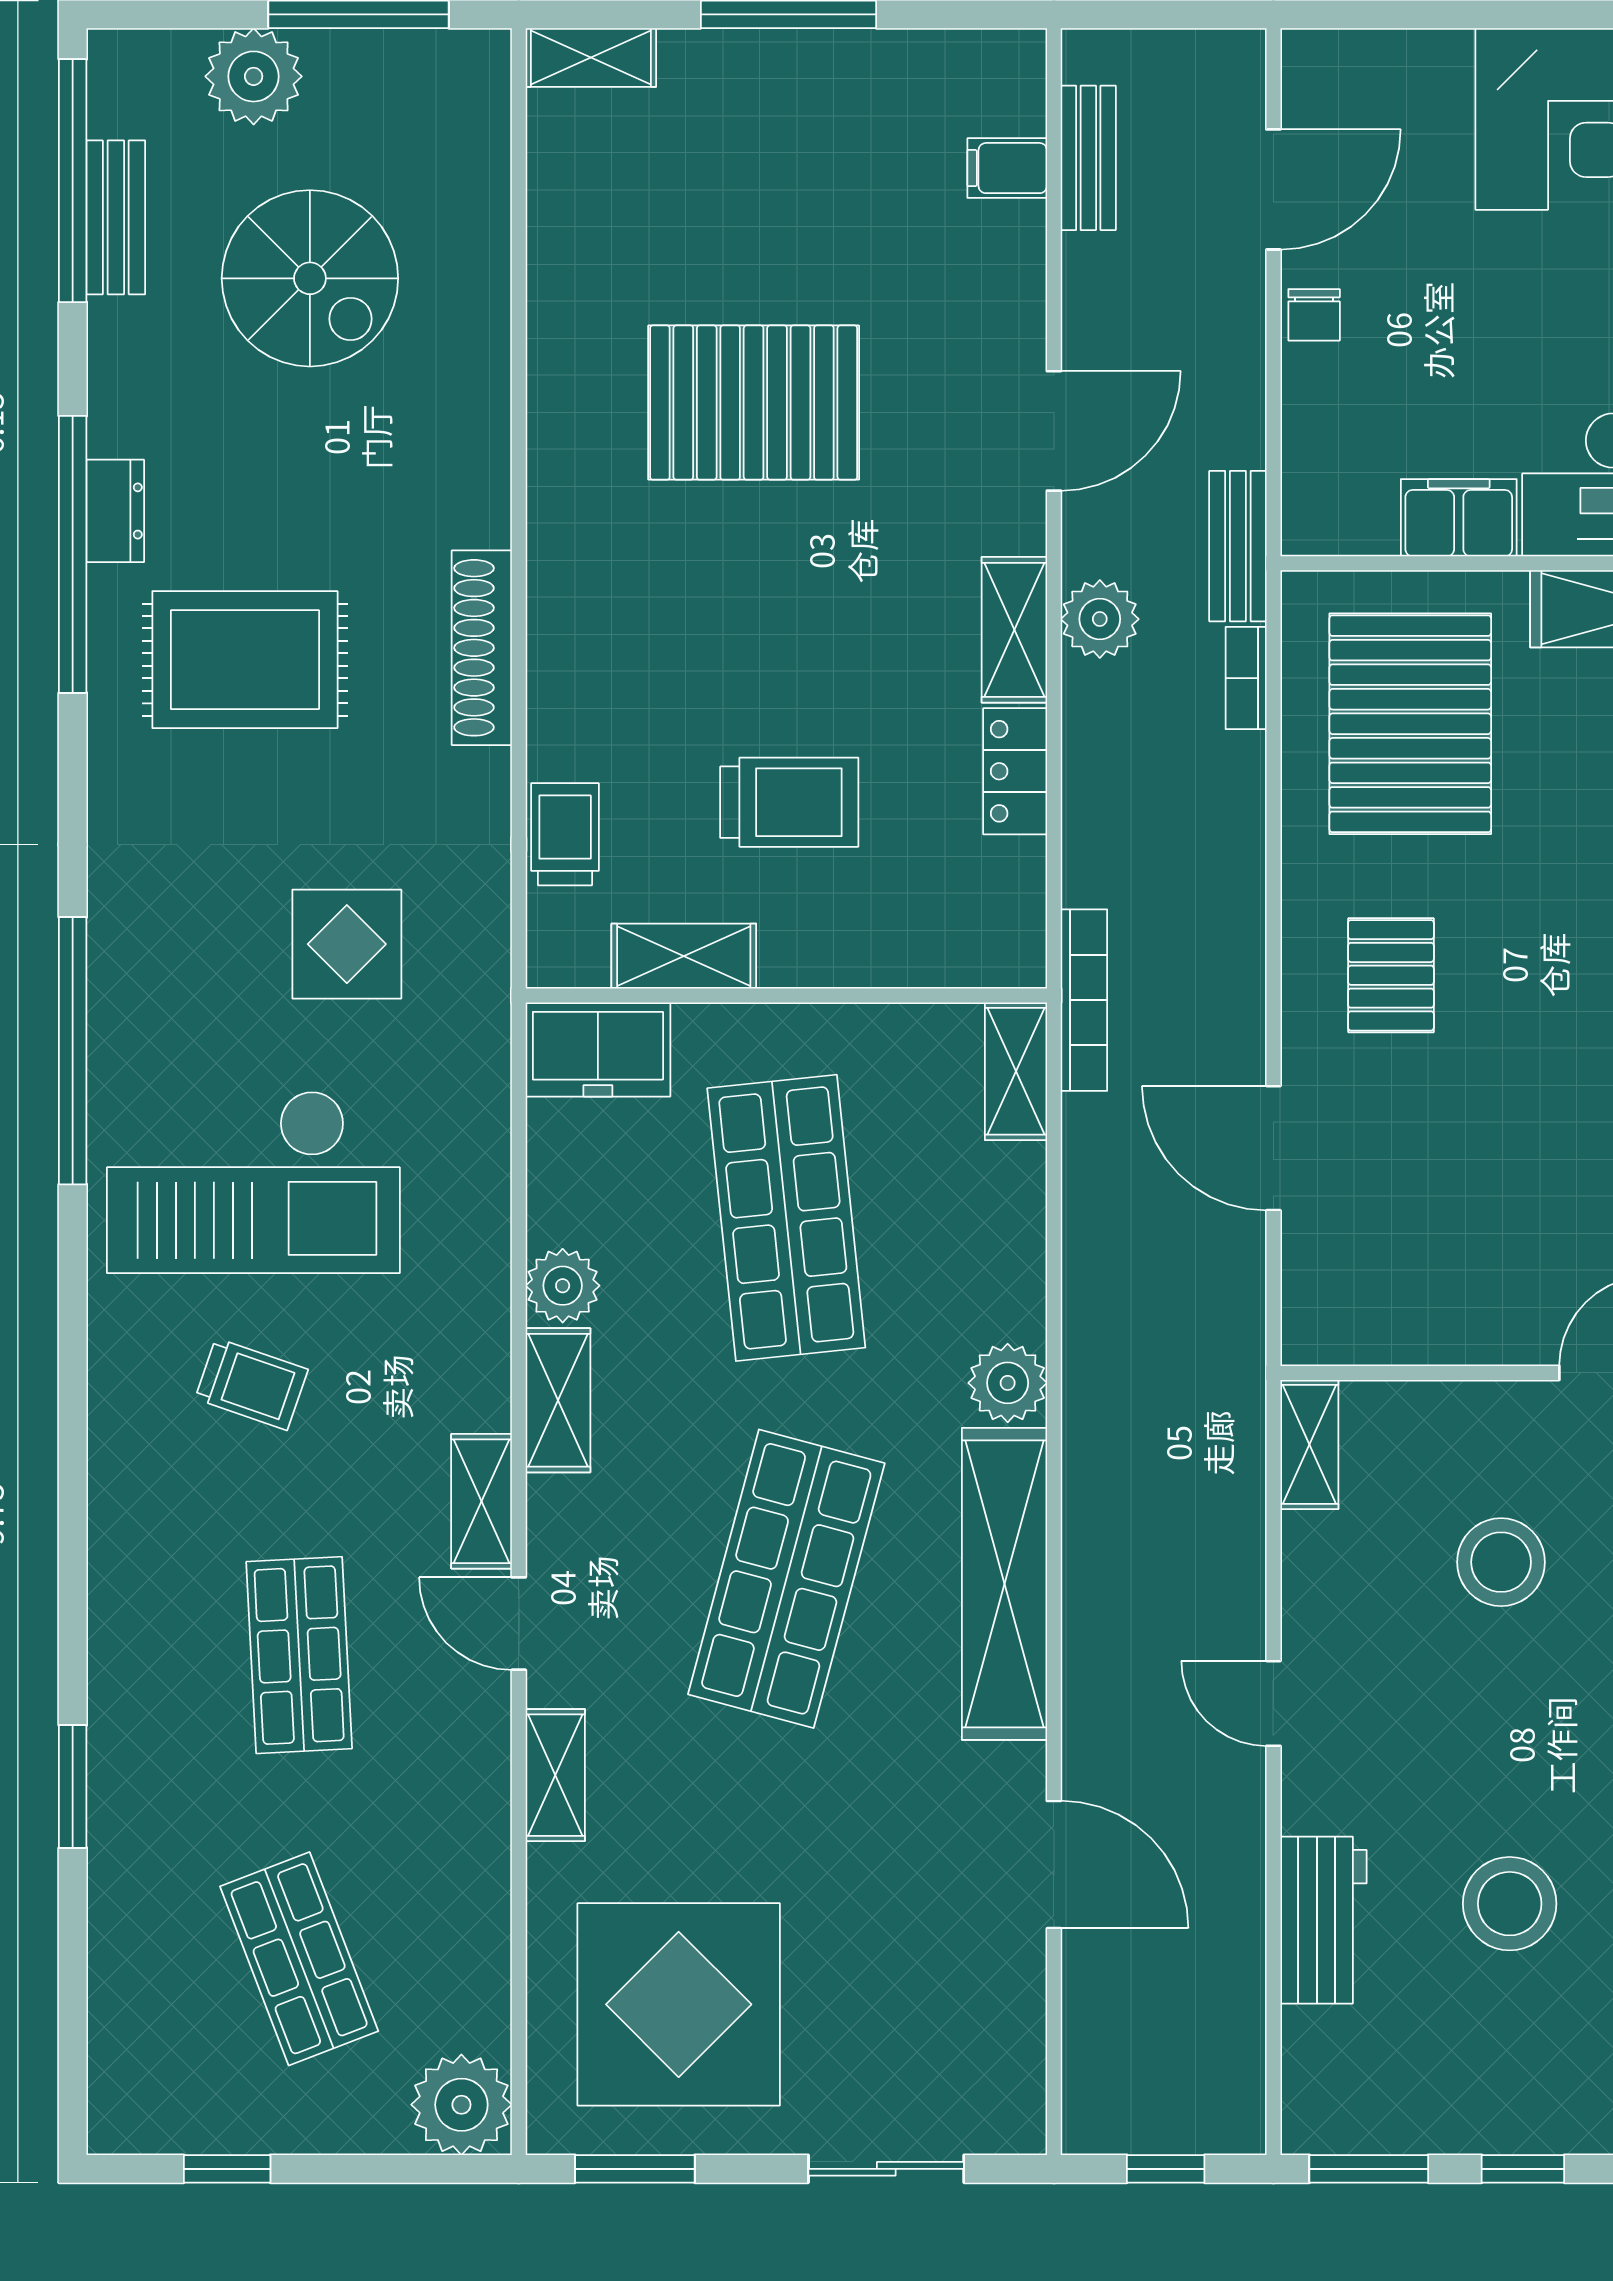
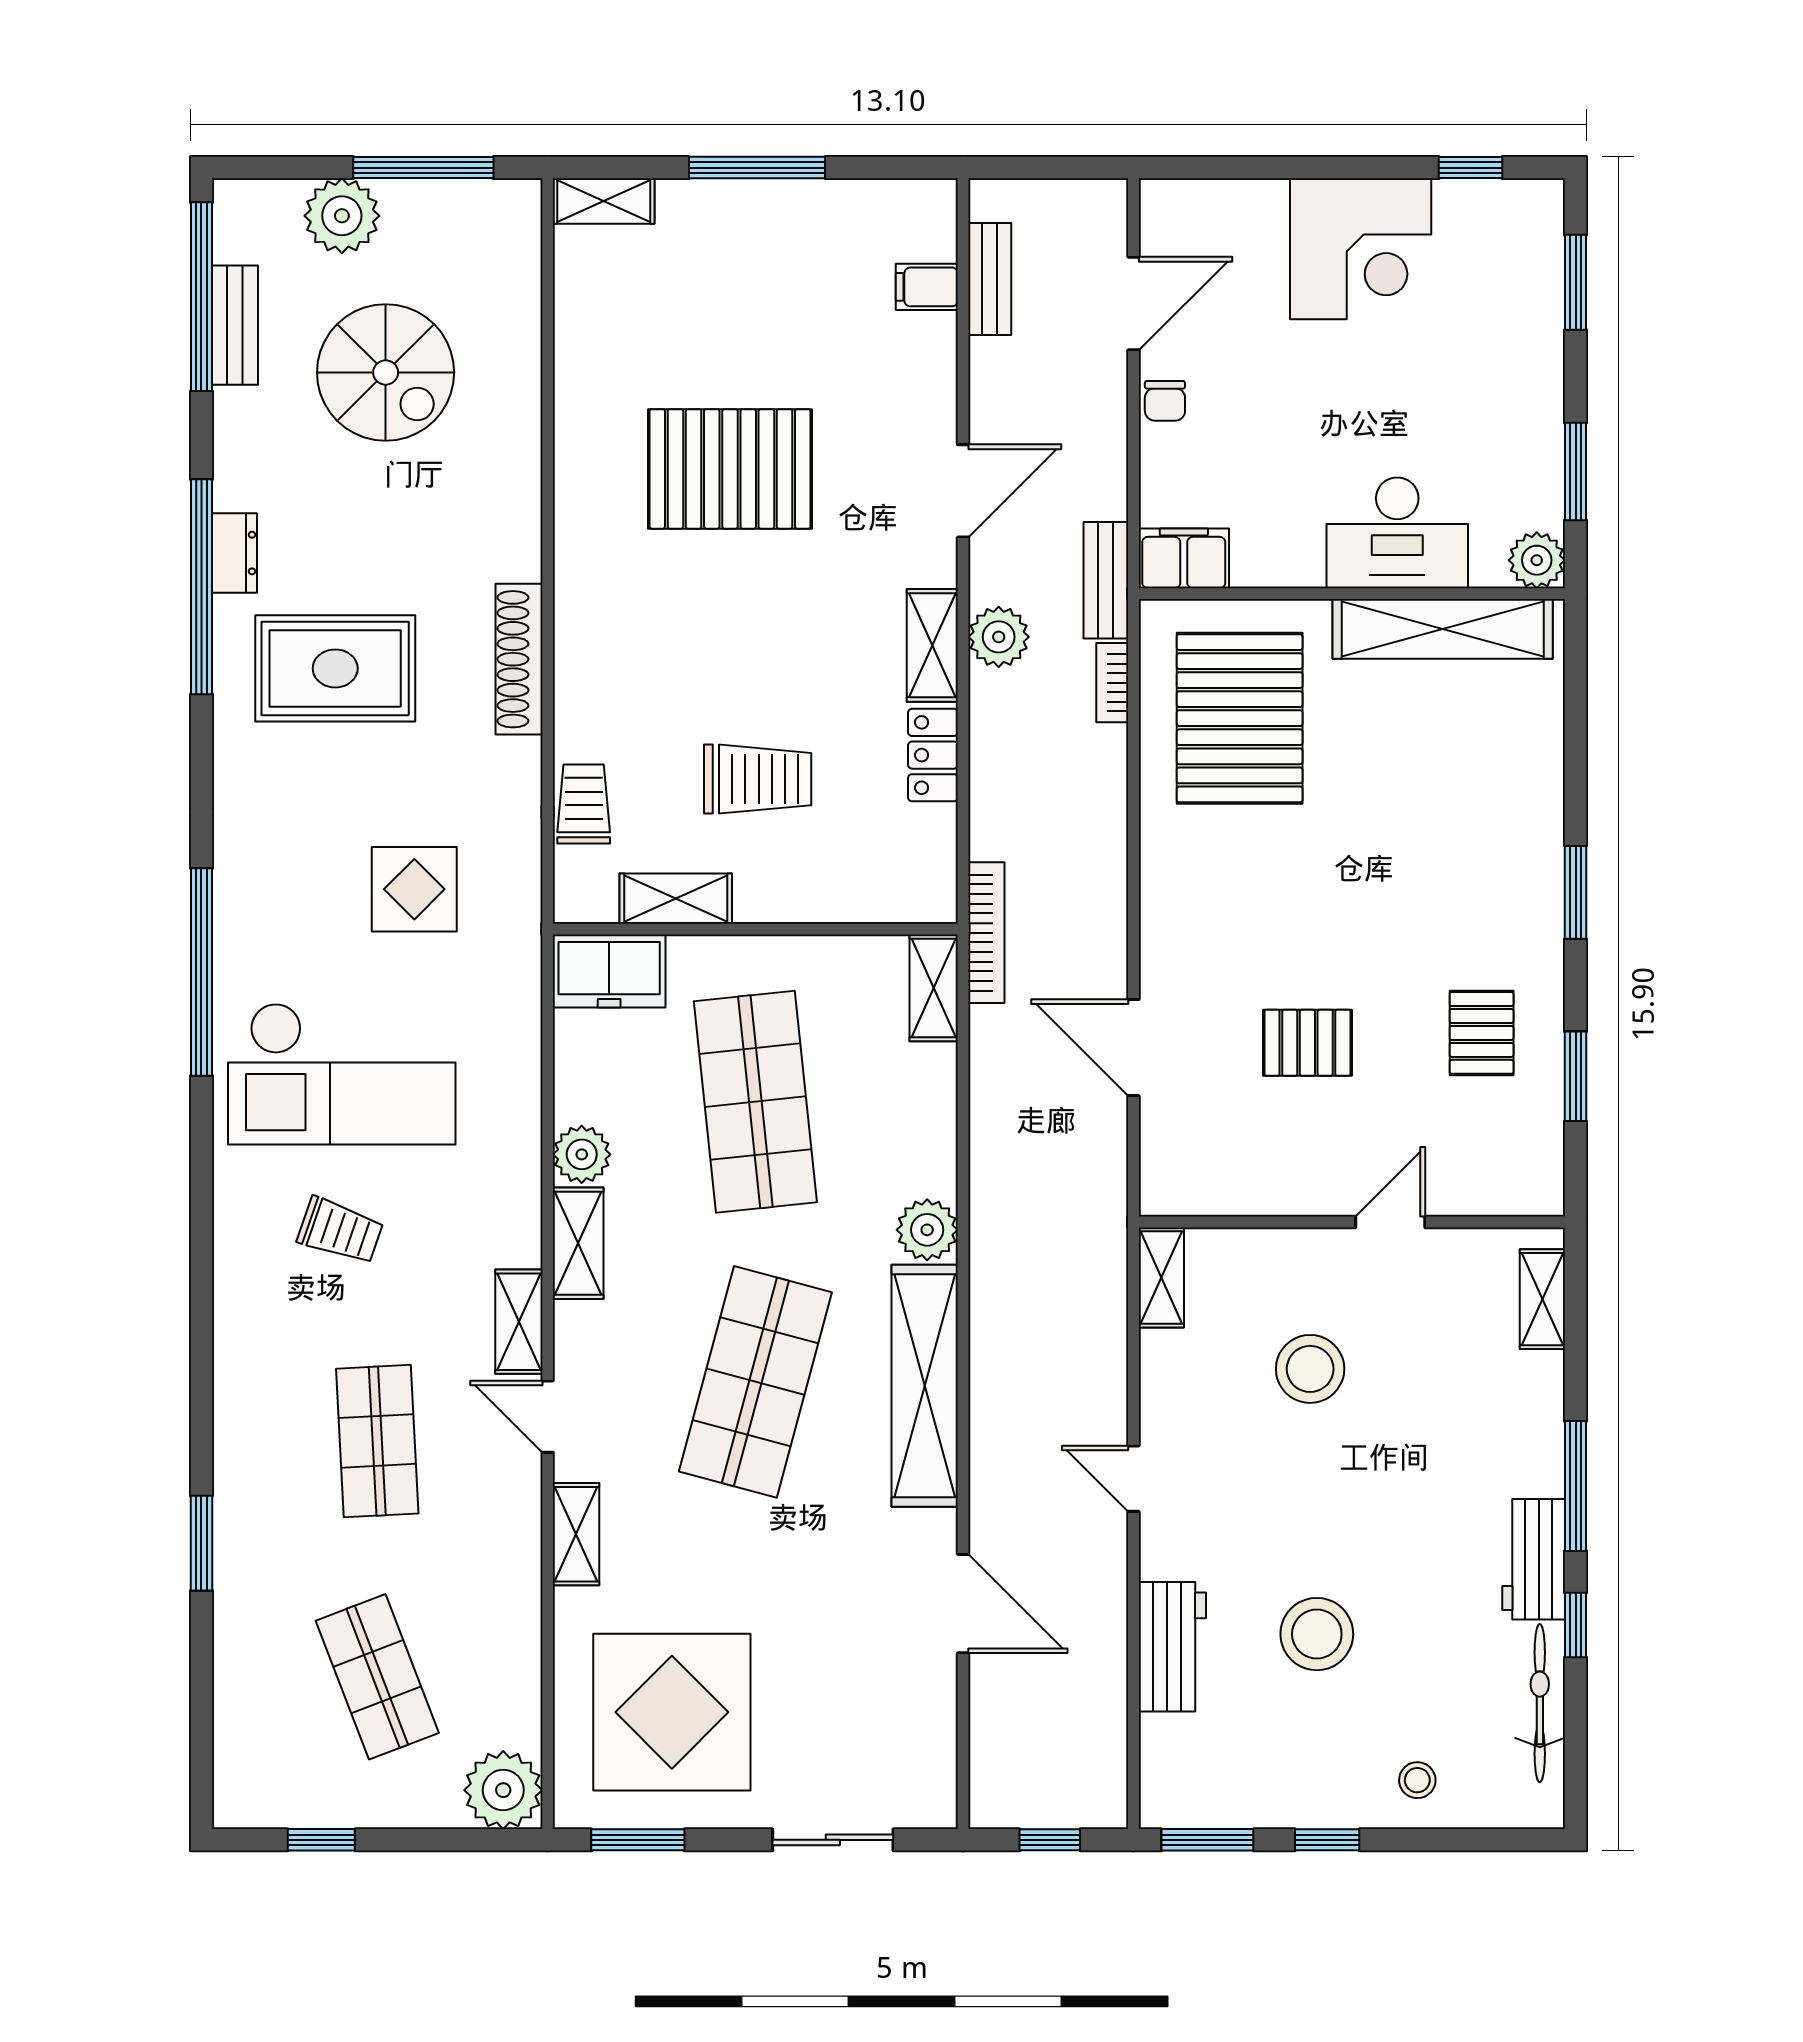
filing cabinet: (1459, 518) -> (1184, 558), moved
pallet: (1391, 975) -> (1307, 1043), moved, turned 90

